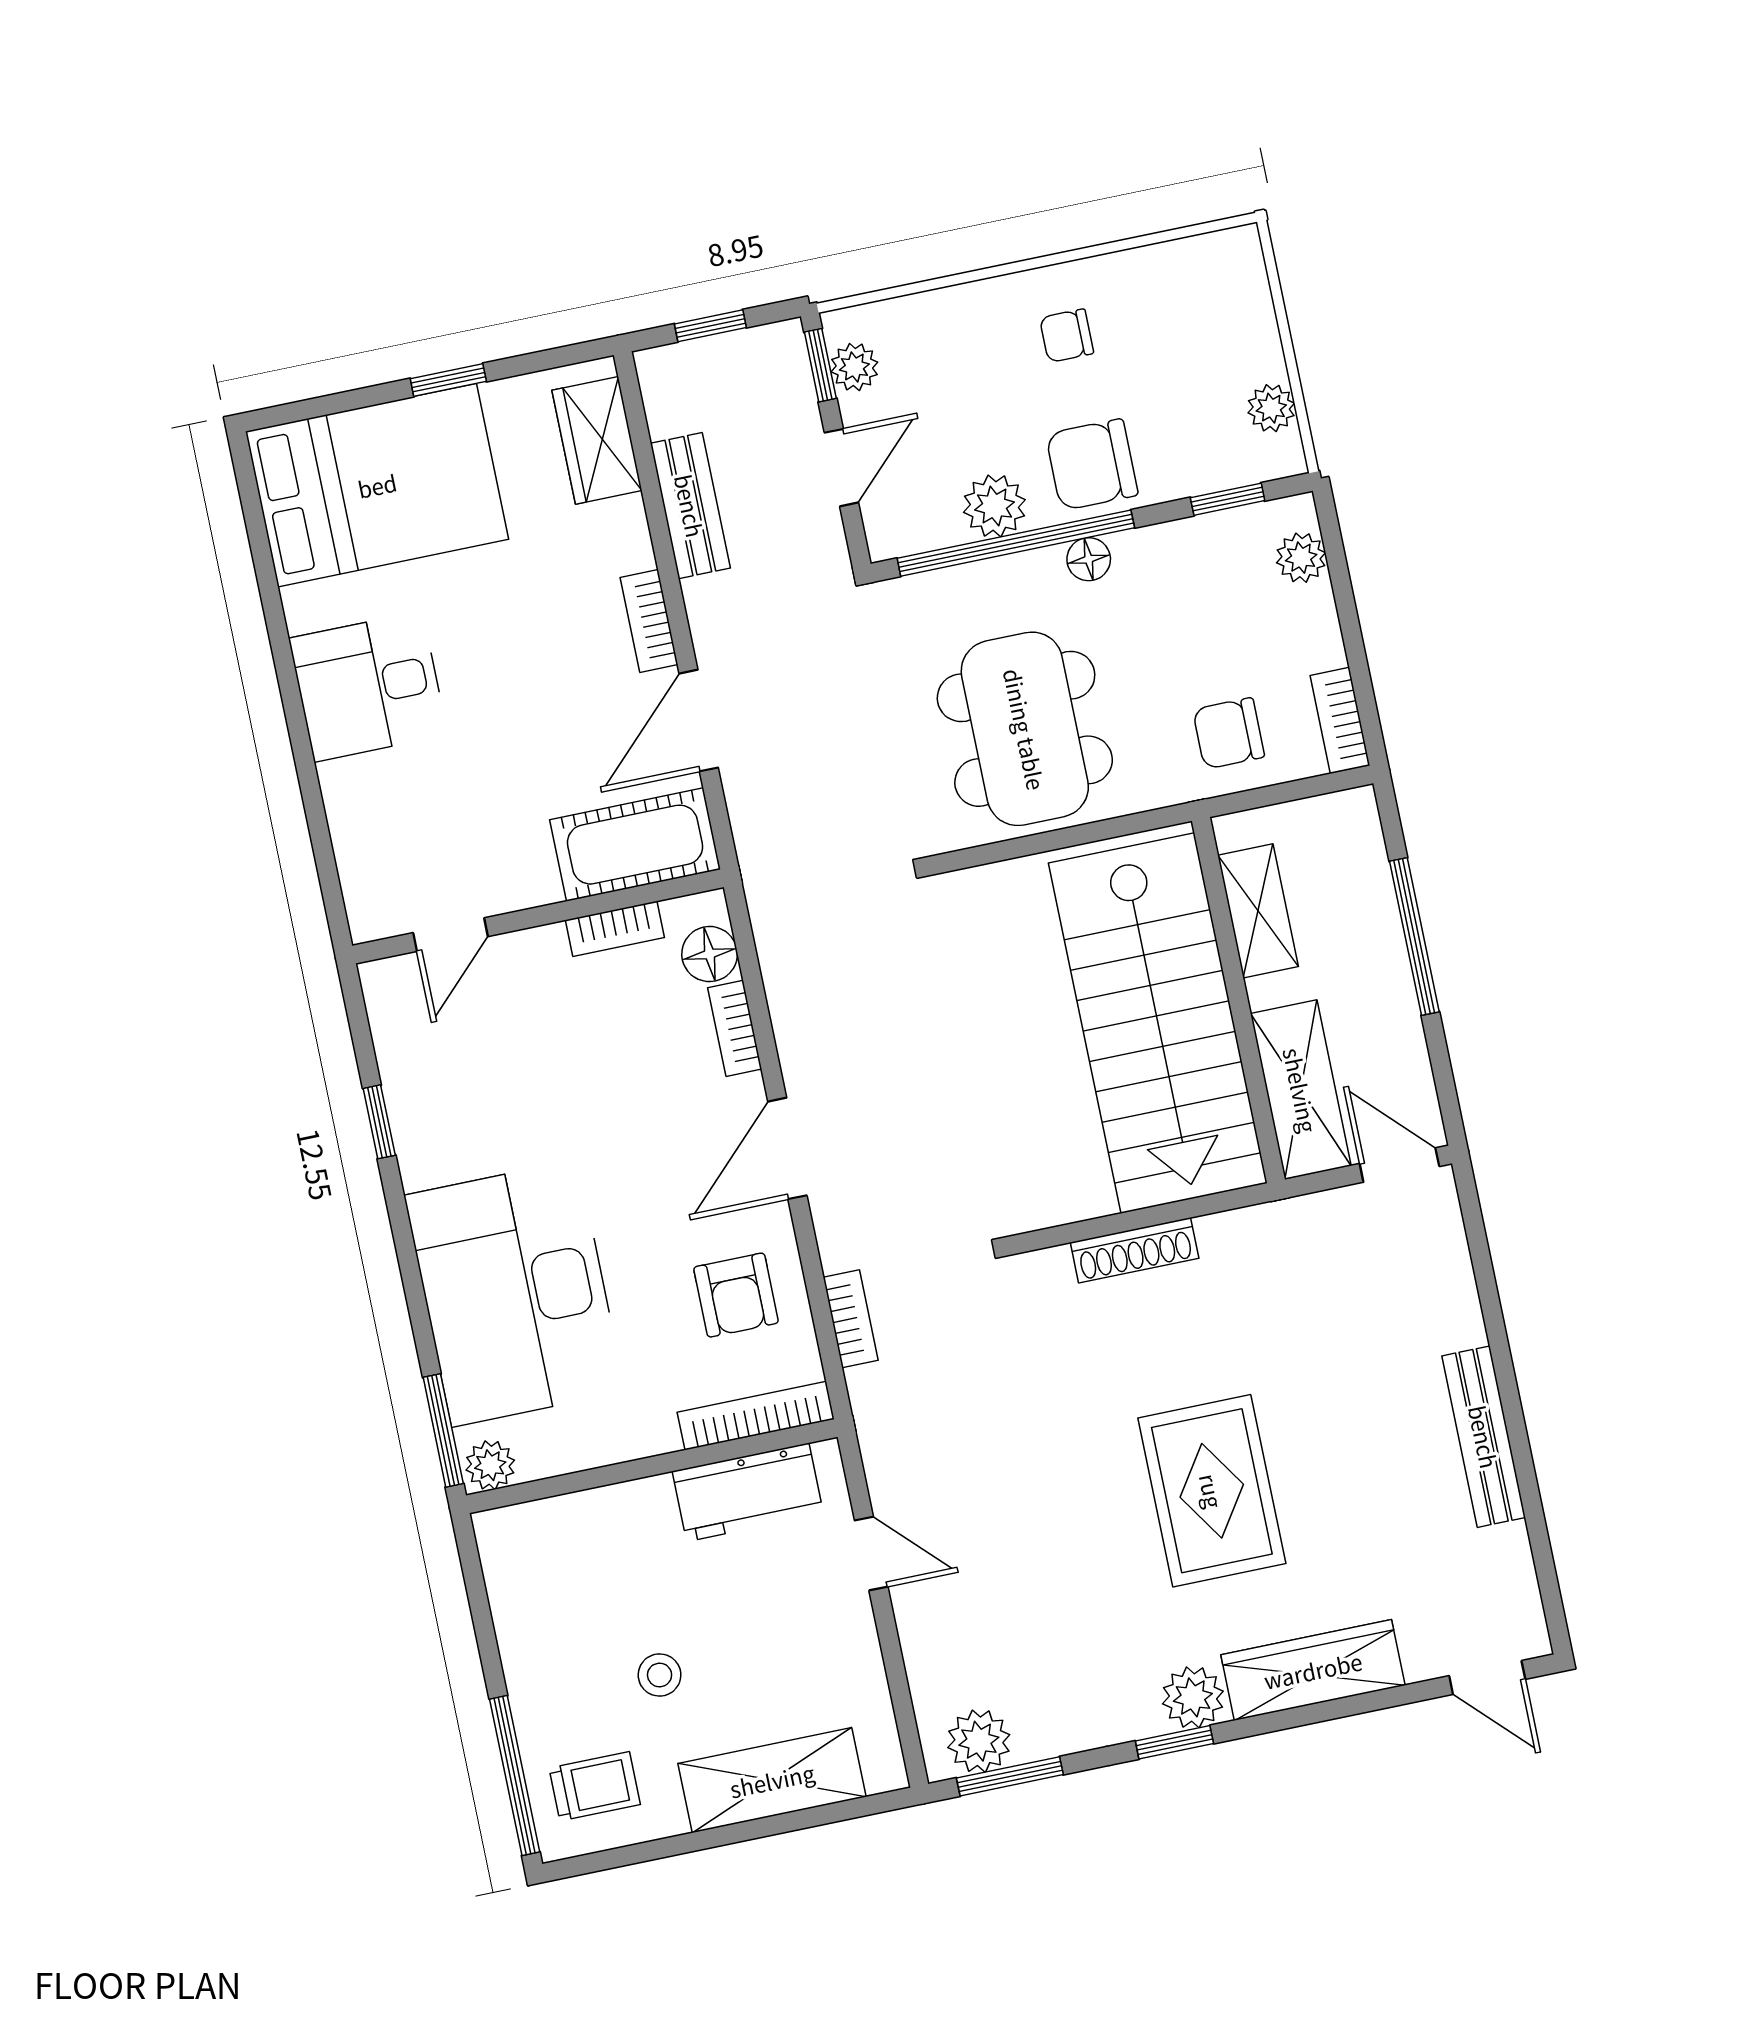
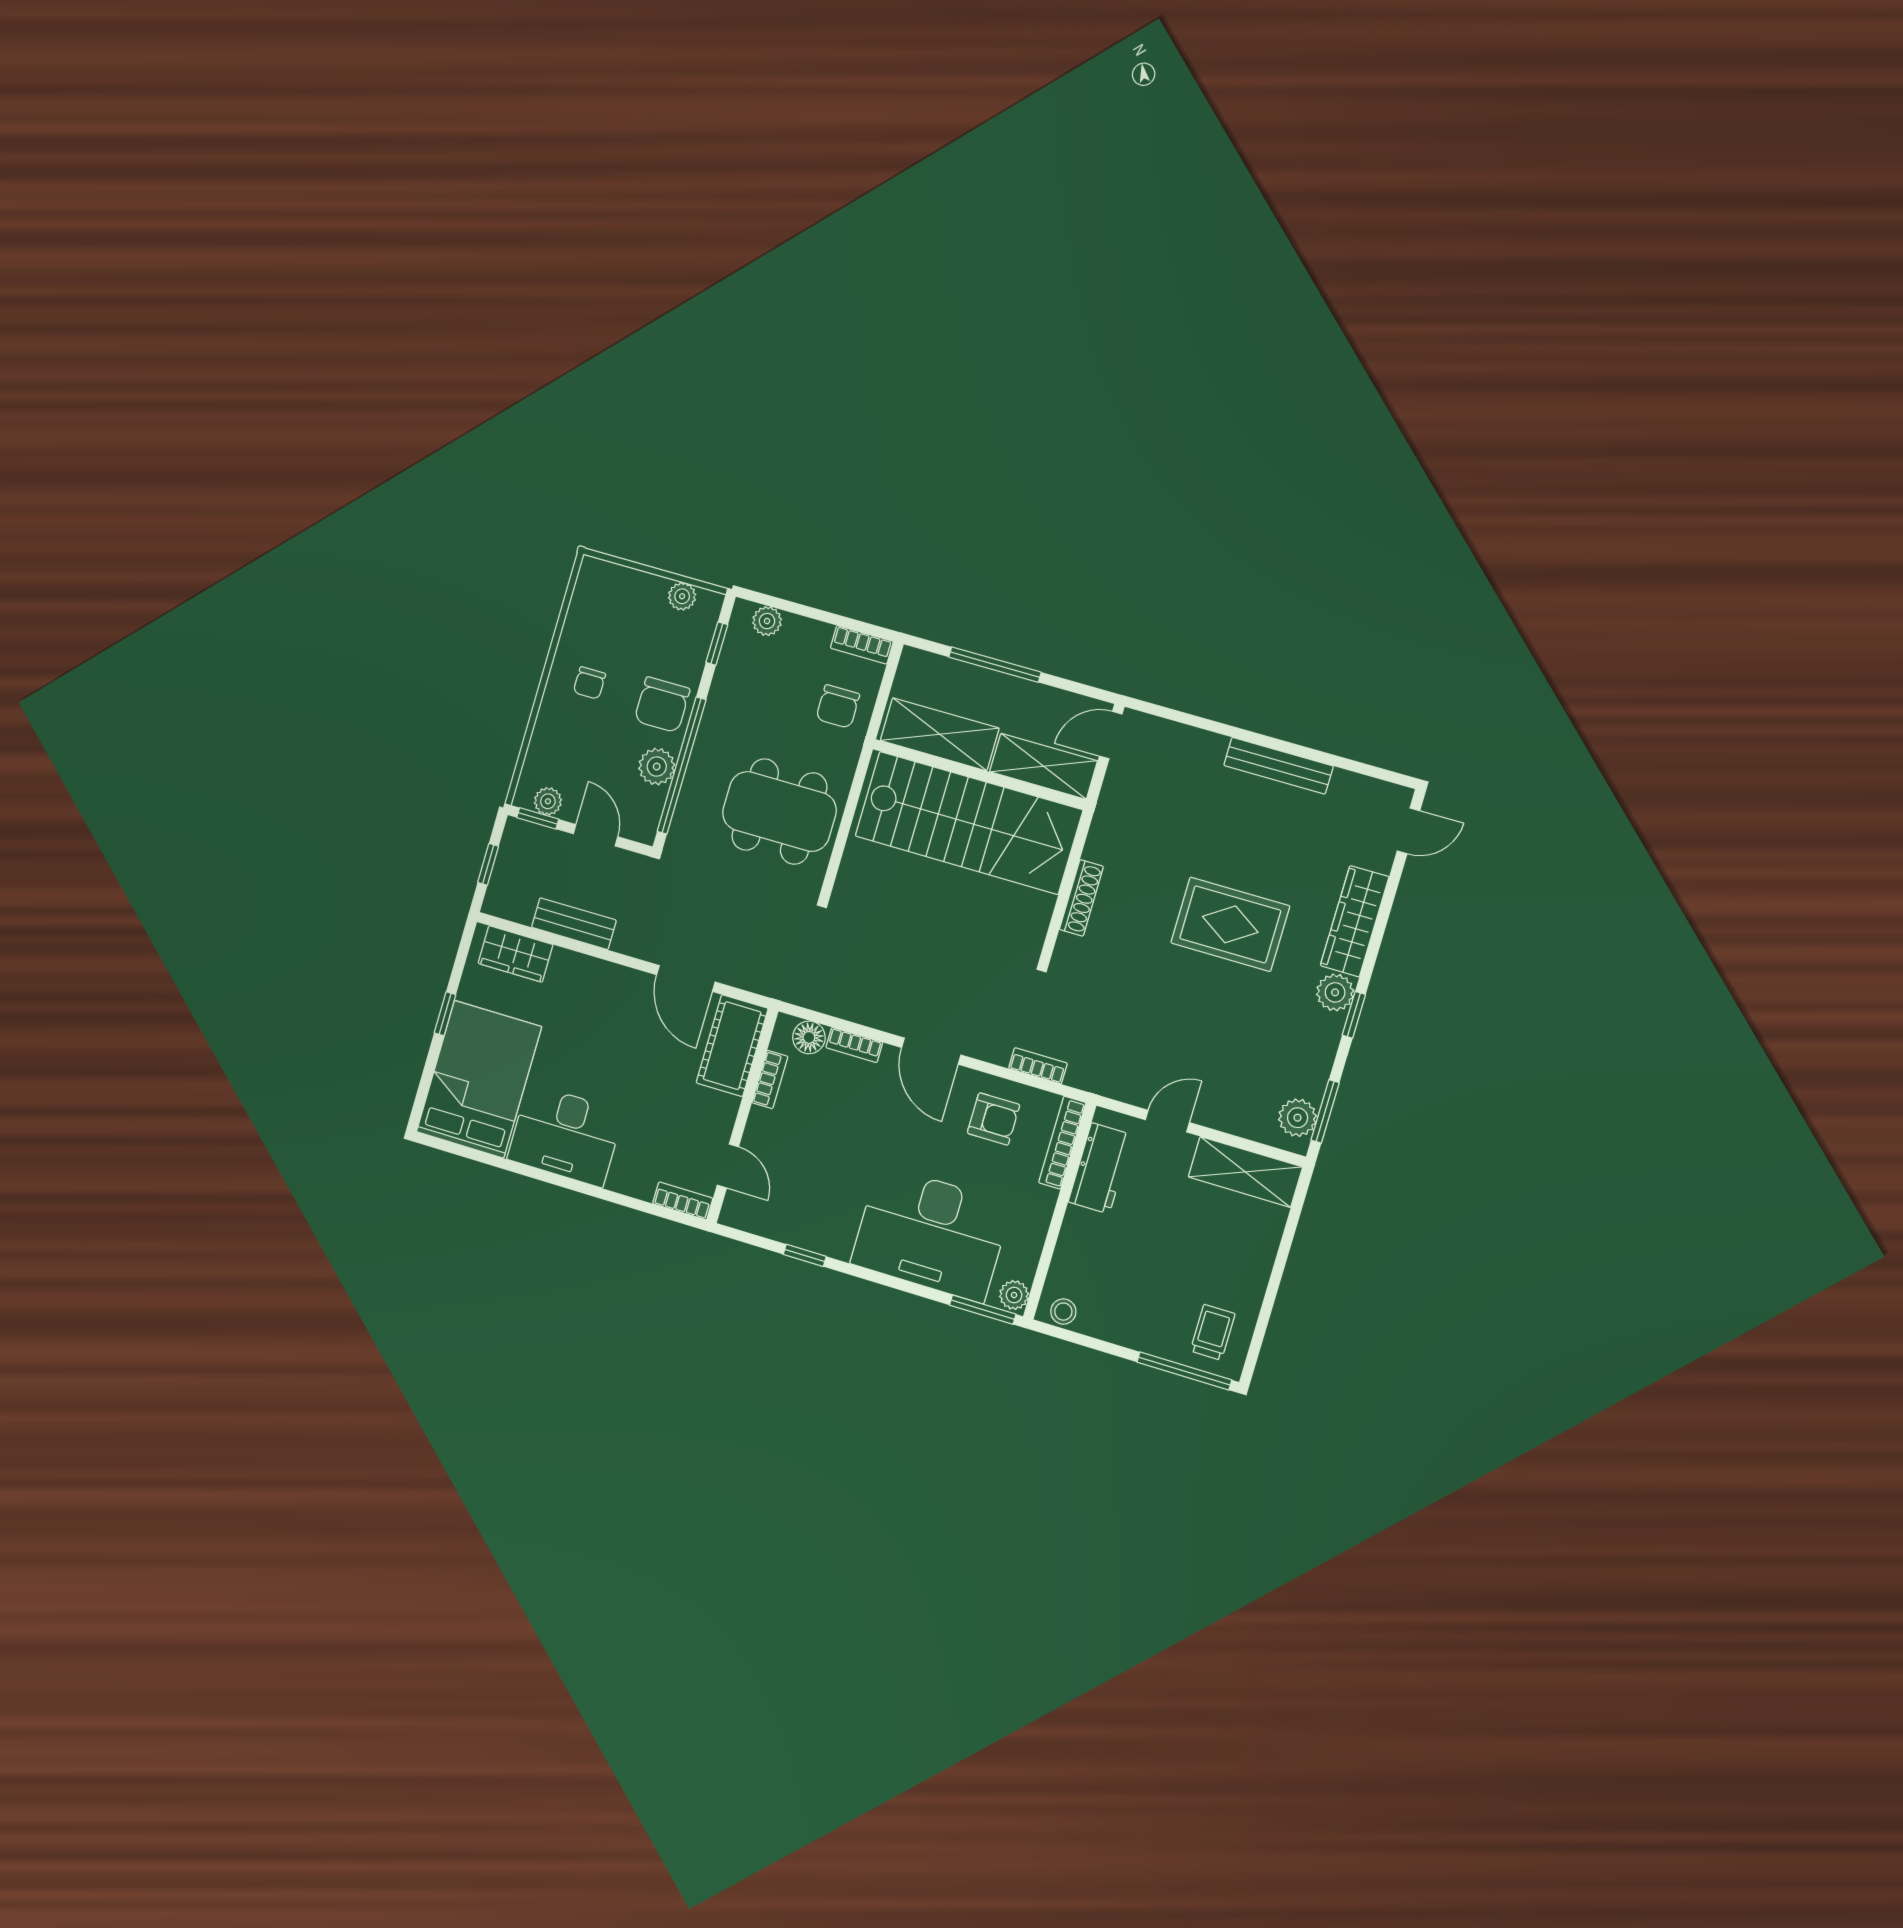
floor lamp: (1089, 559) -> (710, 732), removed
bookcase: (649, 621) -> (683, 1201), moved, turned 180
desk: (368, 686) -> (565, 1135), width x1.37
shelving: (1258, 911) -> (940, 734), width x1.50, depth x1.33
stool: (660, 1675) -> (1063, 1312), moved
shelving: (772, 1780) -> (1245, 1172), moved, turned 90

